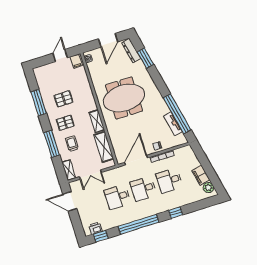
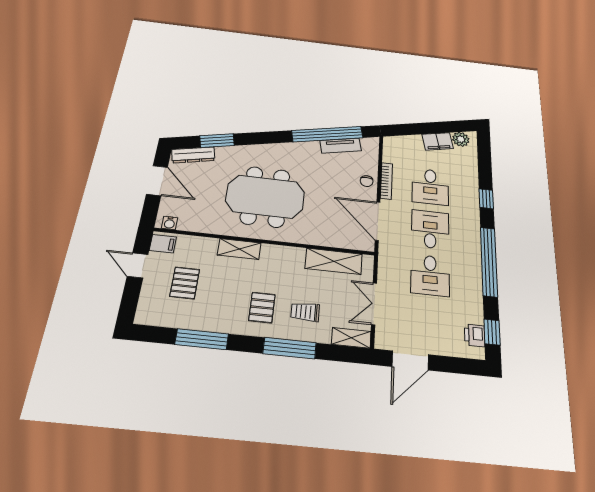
meeting table: (124, 98) -> (265, 197), turned 90
pallet: (64, 99) -> (185, 283), moved
shelving: (97, 121) -> (239, 249), moved
double door: (90, 175) -> (374, 304), swing flipped
desk: (143, 189) -> (430, 229), turned 180

